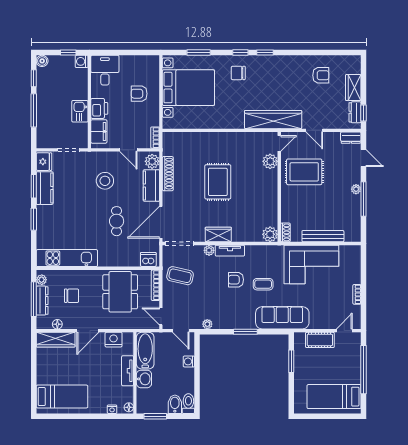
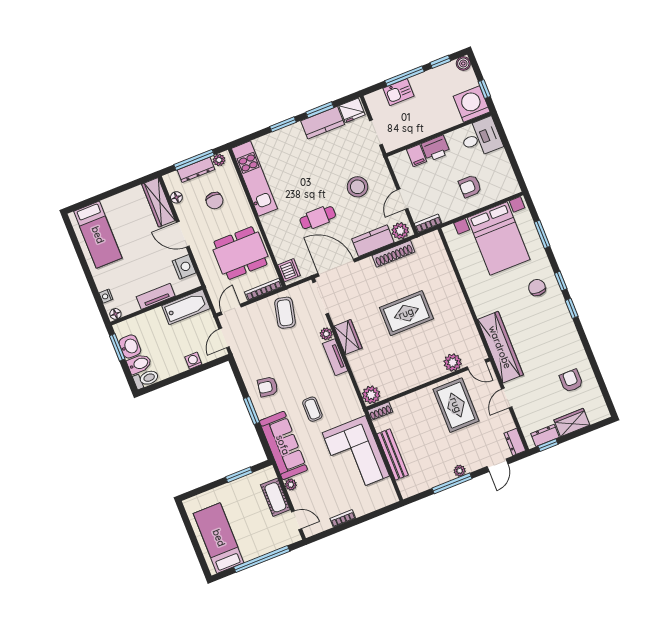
washing machine: (82, 61) -> (472, 104), width x1.89, depth x1.89
armchair: (321, 75) -> (571, 381), turned 180
armchair: (139, 94) -> (470, 186), turned -90
kitchen sink: (80, 111) -> (399, 92), moved, turned 180
filing cabinet: (99, 131) -> (417, 155), width x0.50
armchair: (236, 280) -> (268, 387), moved, turned -81
plant: (207, 324) -> (291, 485), moved
washbasin: (144, 379) -> (130, 346), moved, turned -90

